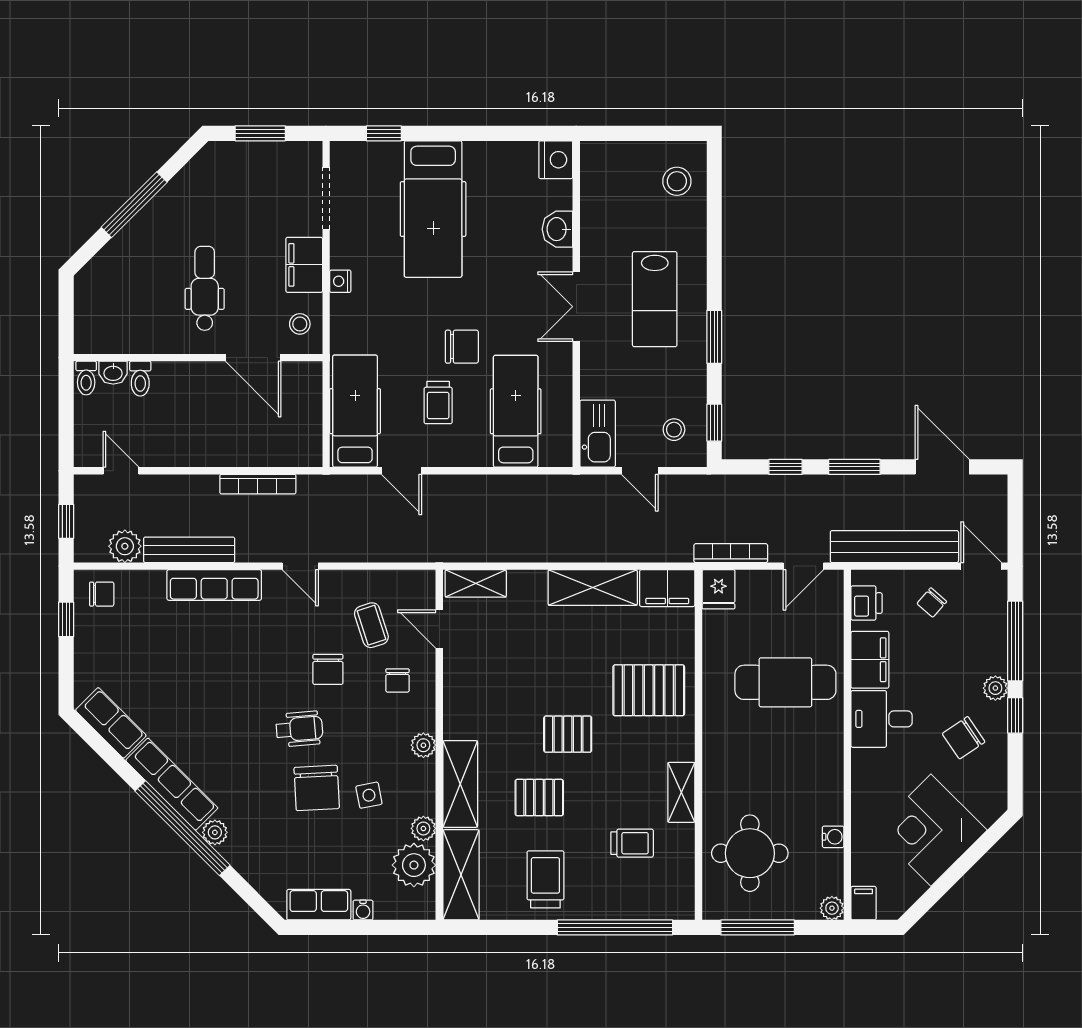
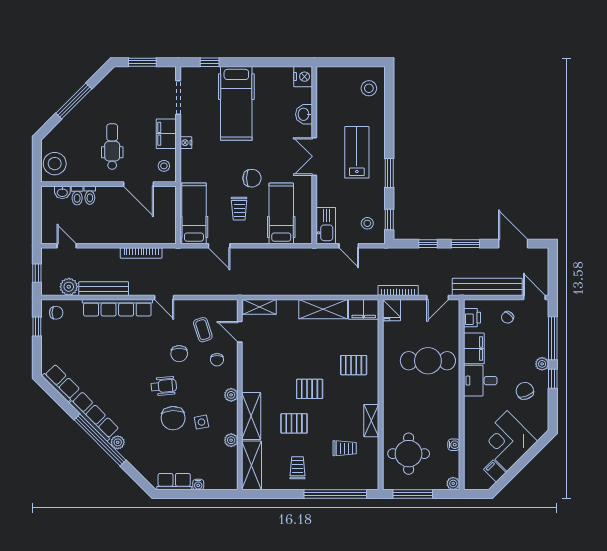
lab bench: (655, 299) -> (357, 152), turned 180
stool: (99, 320) -> (55, 164), added
toilet: (86, 378) -> (90, 195), moved
row of seats: (214, 585) -> (117, 308), width x1.36
pallet: (649, 690) -> (354, 365), width x0.67, depth x0.71
chair: (964, 738) -> (525, 391), turned 104
plant: (414, 865) -> (226, 460), removed
trolley: (545, 879) -> (297, 468), width x0.73, depth x0.72
filing cabinet: (864, 903) -> (495, 471), moved, turned -45

